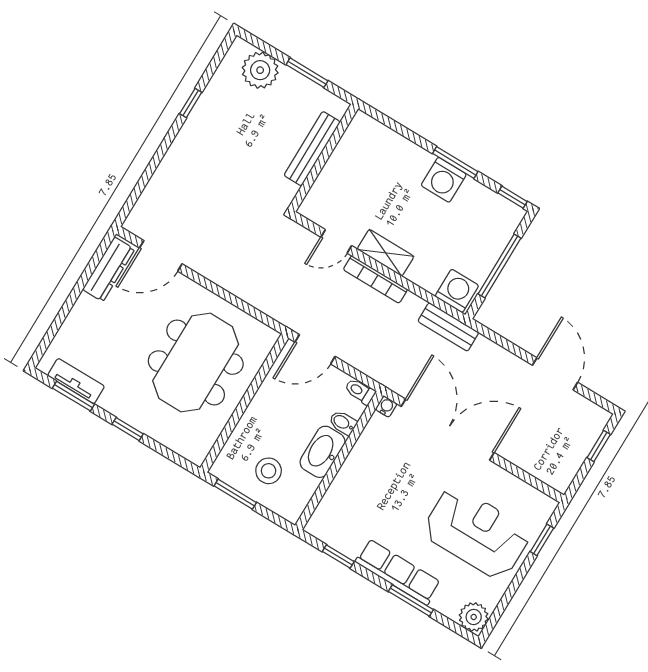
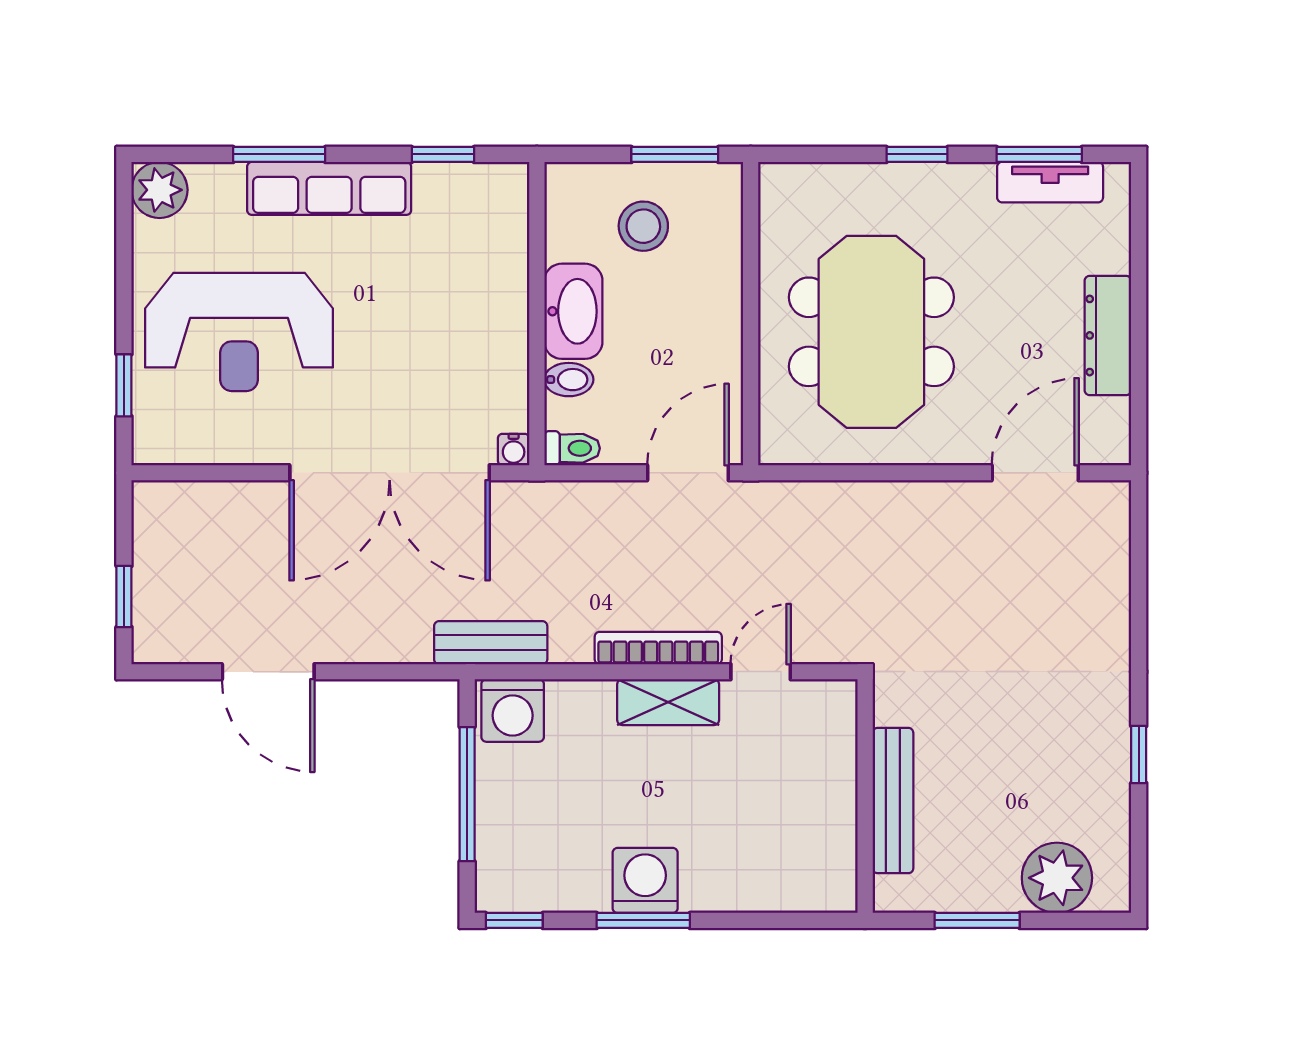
dresser: (109, 269) -> (1108, 335), moved

